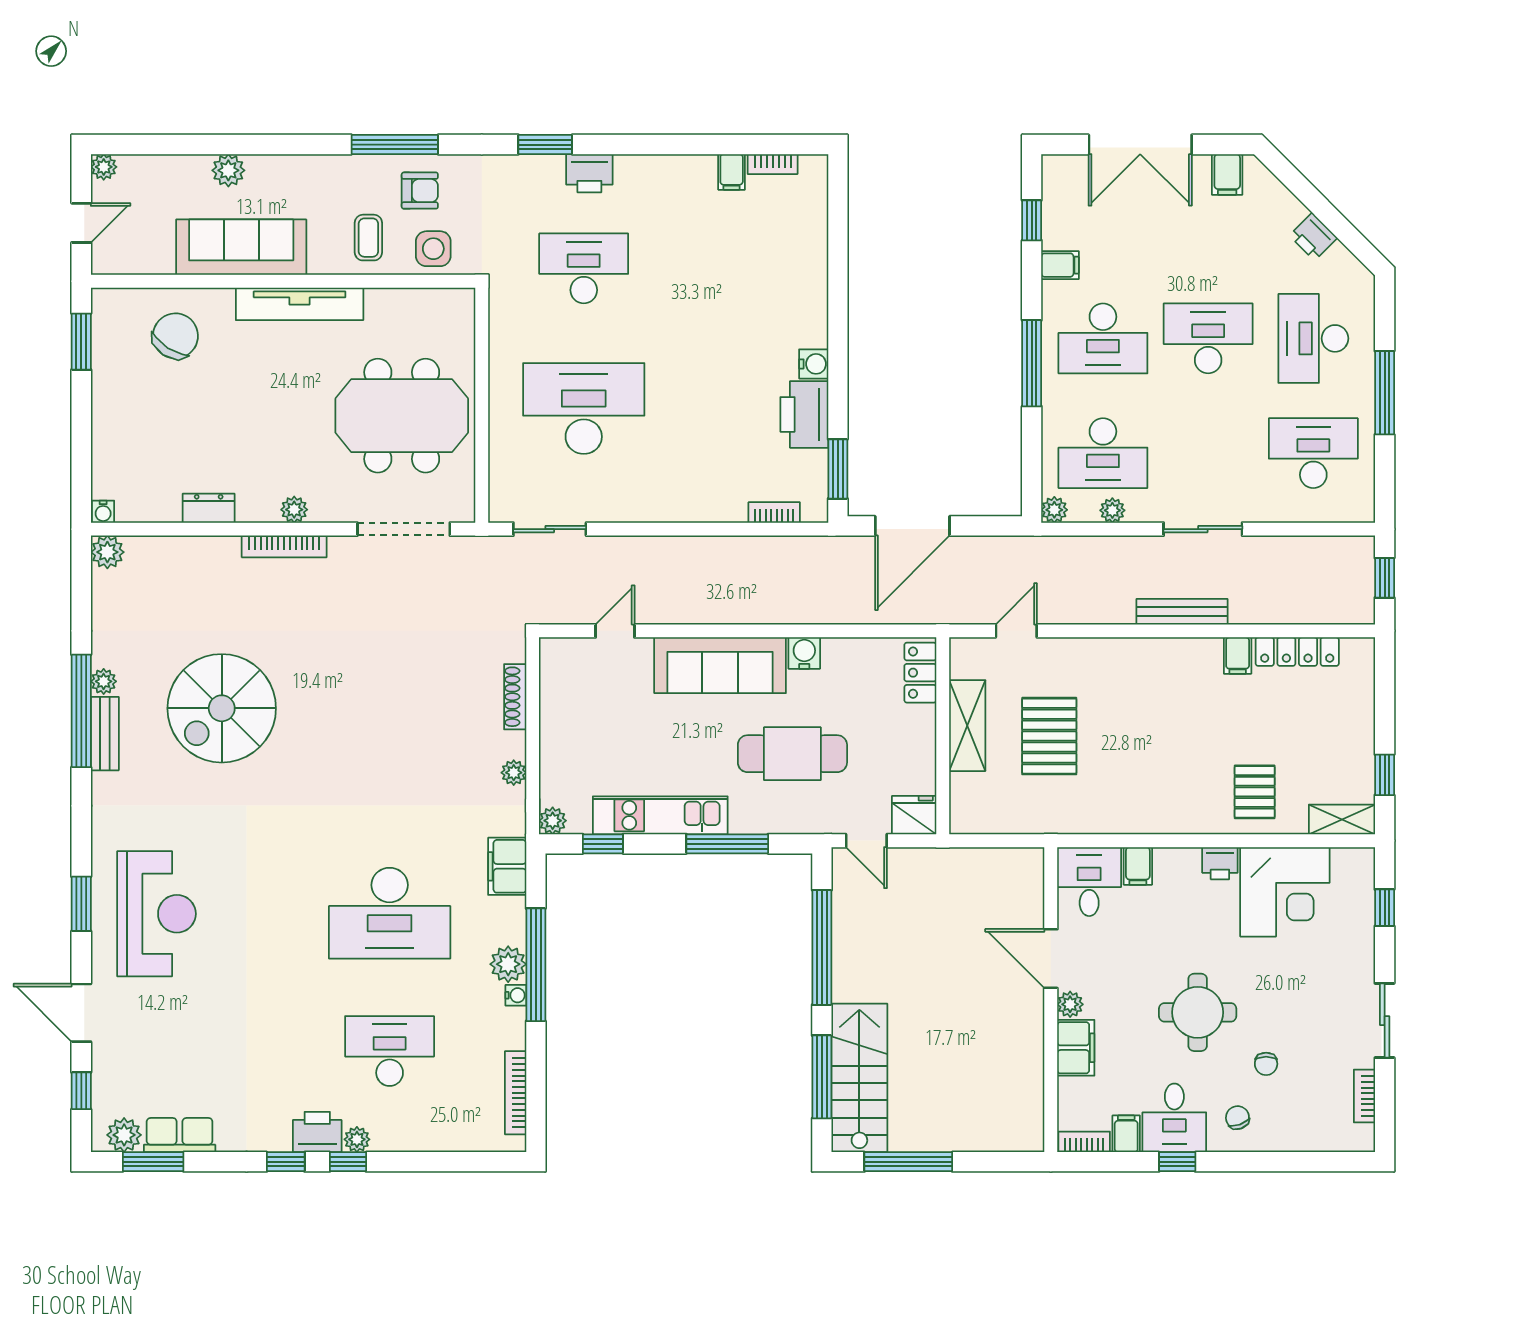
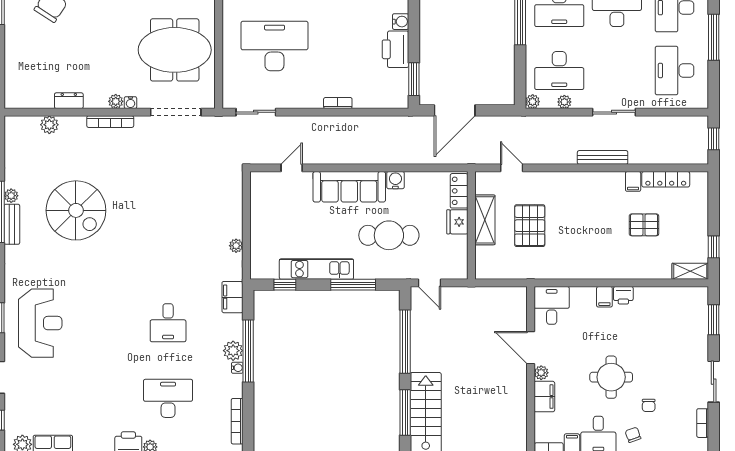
desk: (1313, 453) -> (675, 70), turned -90
water cooler: (103, 512) -> (130, 103), moved
bookcase: (774, 512) -> (338, 103), moved
plant: (107, 552) -> (49, 125), moved
door: (1016, 631) -> (512, 168), hinge flipped
shoe rack: (515, 697) -> (237, 204), removed
spiral stairs: (222, 708) -> (76, 210), turned -90
pallet: (1255, 792) -> (644, 225), moved, turned 90
fridge: (914, 815) -> (457, 222), moved, turned -90
plant: (553, 821) -> (257, 272), removed
filing cabinet: (1138, 866) -> (604, 297), moved
corner desk: (1285, 892) -> (659, 311), removed
window: (1385, 908) -> (714, 320), width x1.50
desk: (390, 913) -> (168, 323), width x0.53, depth x0.77

